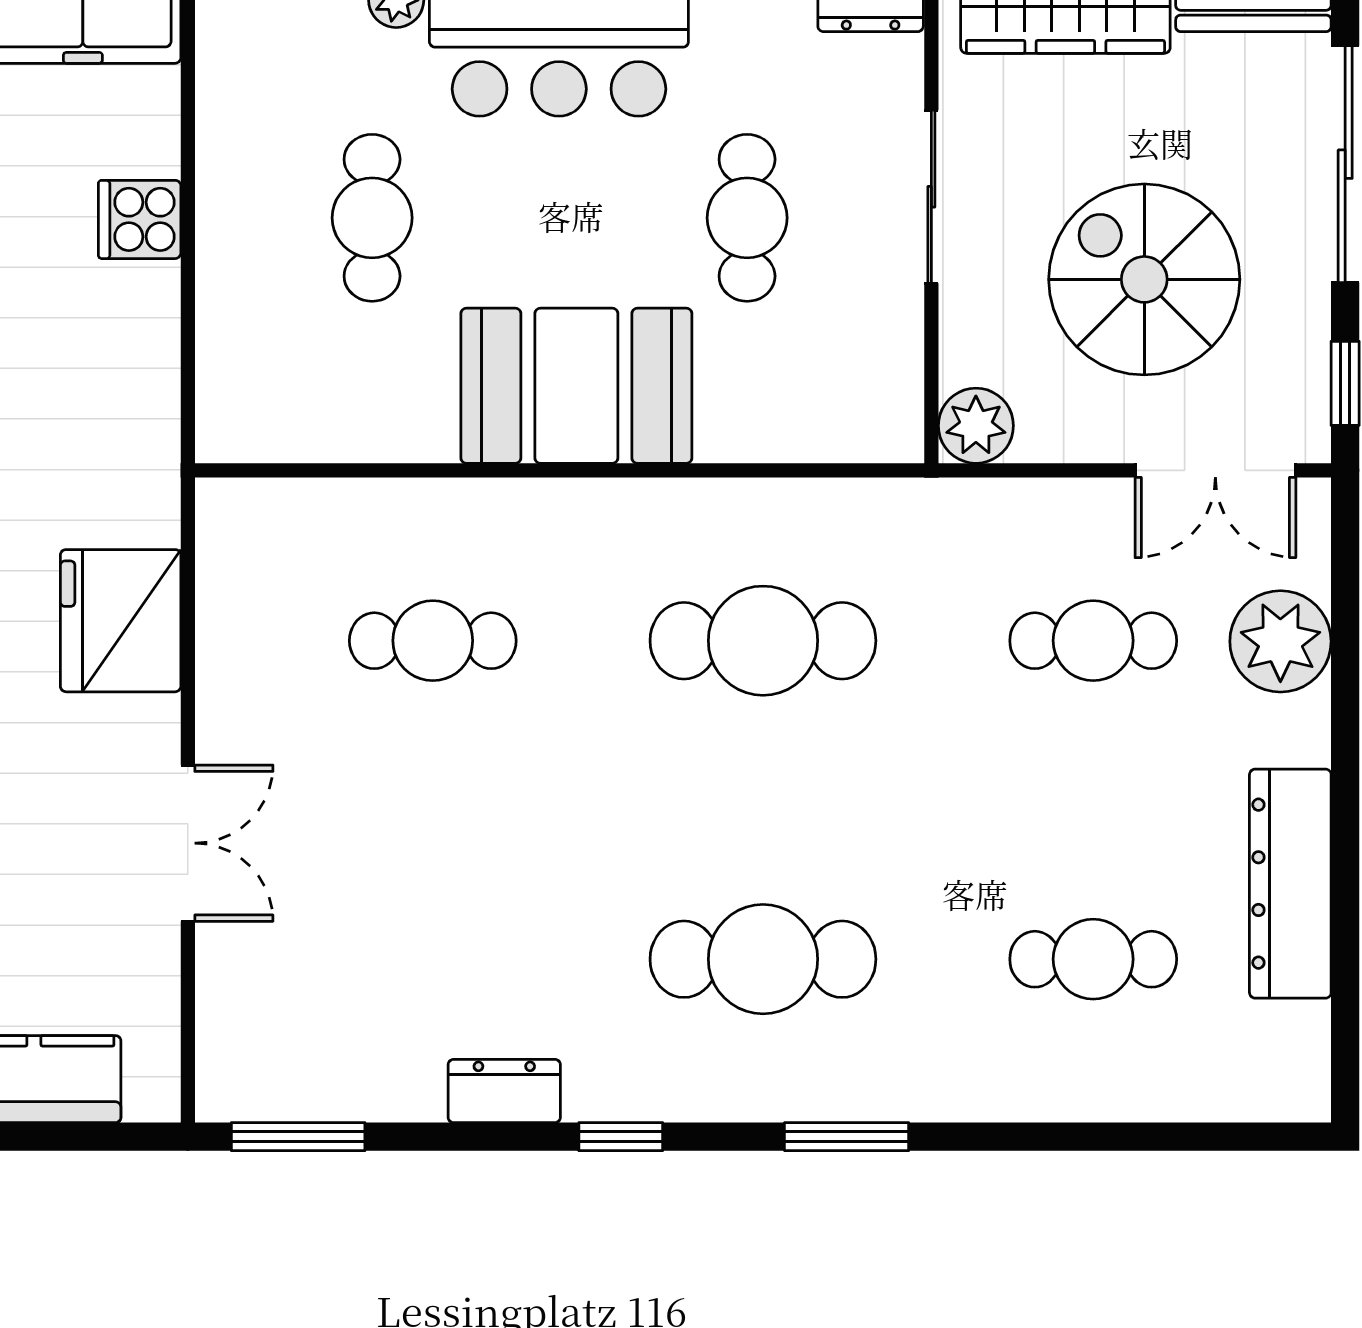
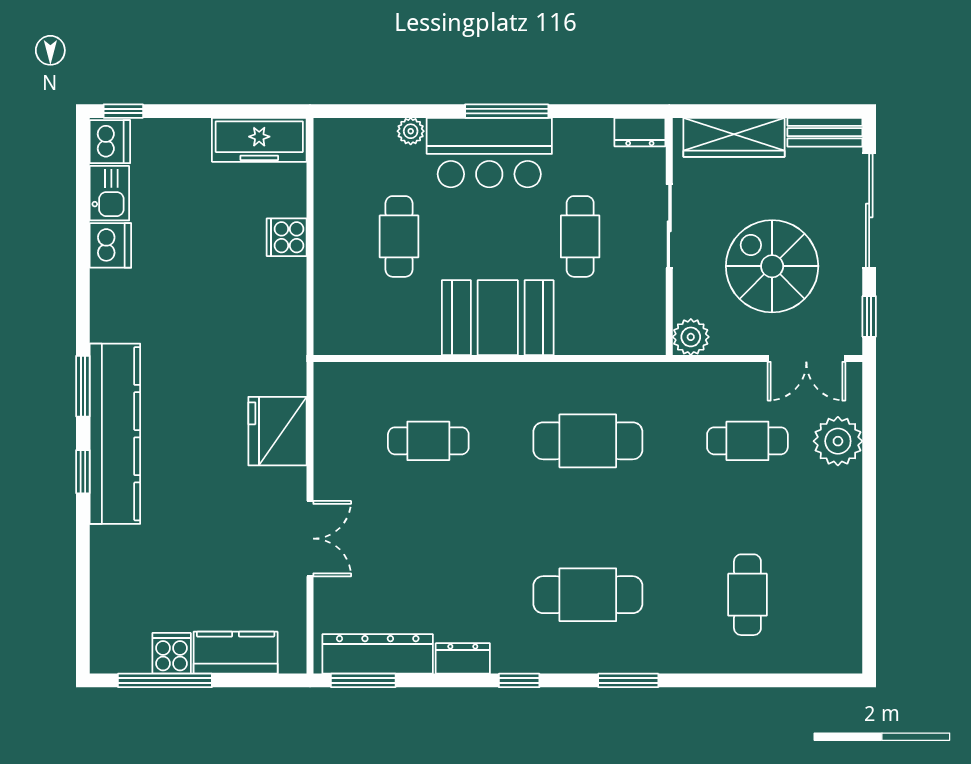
dresser: (1290, 884) -> (378, 654), moved, turned 90
cafe table: (1093, 959) -> (747, 595), turned 90

